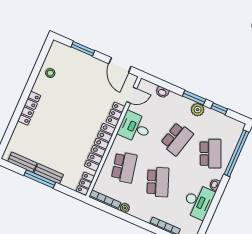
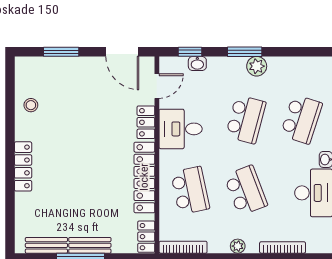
window: (219, 109) -> (190, 52), moved
school desk: (211, 154) -> (301, 119), turned 42
plant: (125, 208) -> (238, 246), moved

